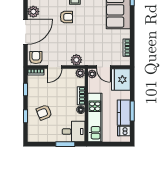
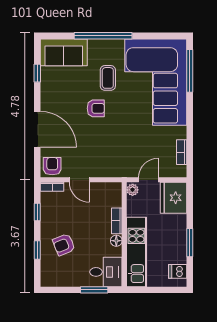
plant: (33, 12) -> (49, 101), removed
door: (25, 32) -> (37, 129), hinge flipped
plant: (76, 60) -> (110, 170), removed
door: (55, 67) -> (79, 180), hinge flipped
door: (103, 67) -> (148, 180), swing flipped
plant: (80, 73) -> (116, 189), removed
kitchen counter: (124, 113) -> (178, 245), removed

